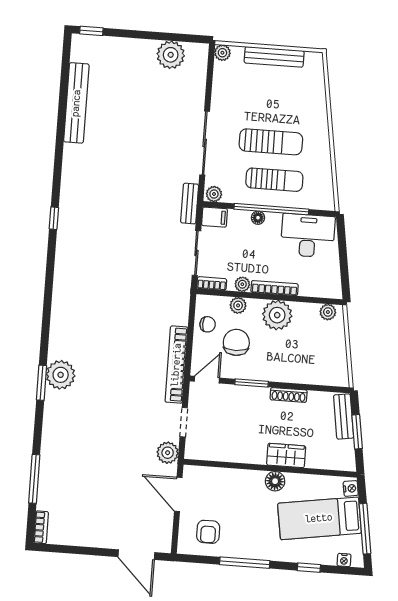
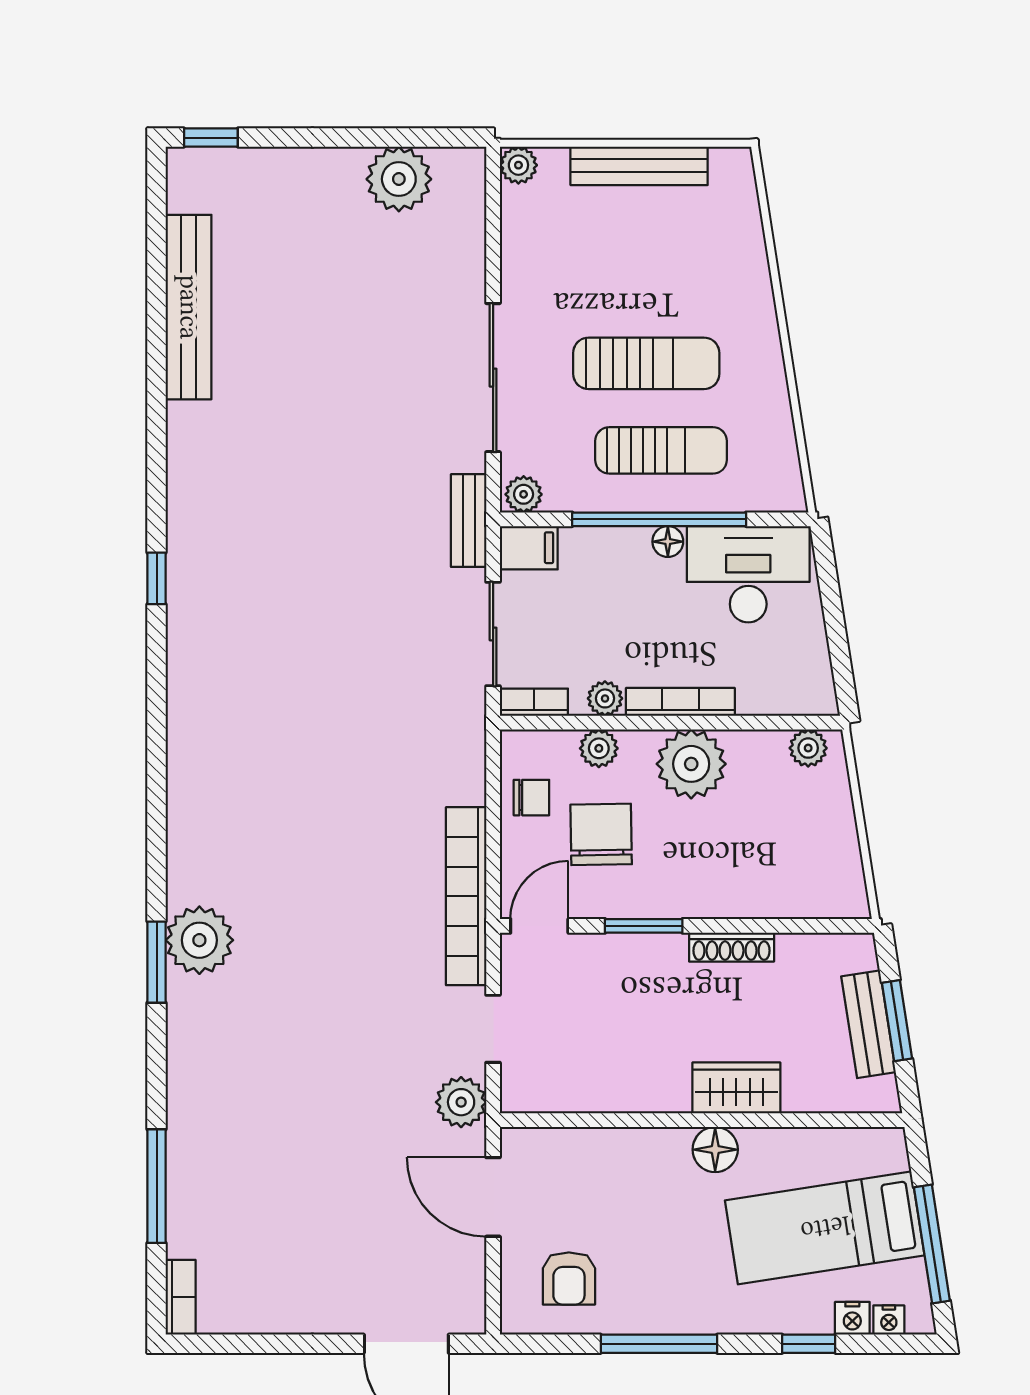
floor lamp: (258, 218) -> (668, 542), moved
bench: (344, 417) -> (869, 1024), moved
nightstand: (351, 488) -> (852, 1318), moved, turned 99

